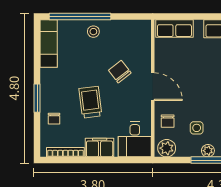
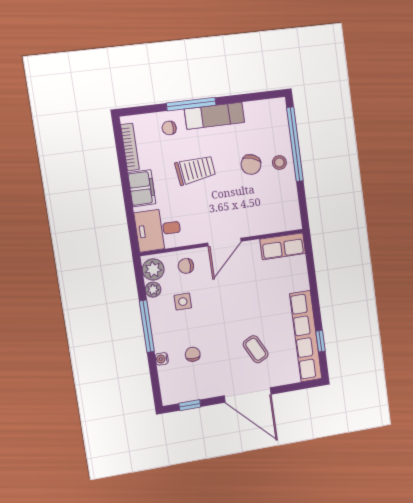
row of seats: (174, 28) -> (283, 246), moved, turned -90
exam couch: (49, 43) -> (215, 116), moved
chair: (120, 72) -> (251, 165), moved, turned 147
window: (37, 98) -> (191, 104), width x1.44
plant: (208, 151) -> (153, 290), moved

